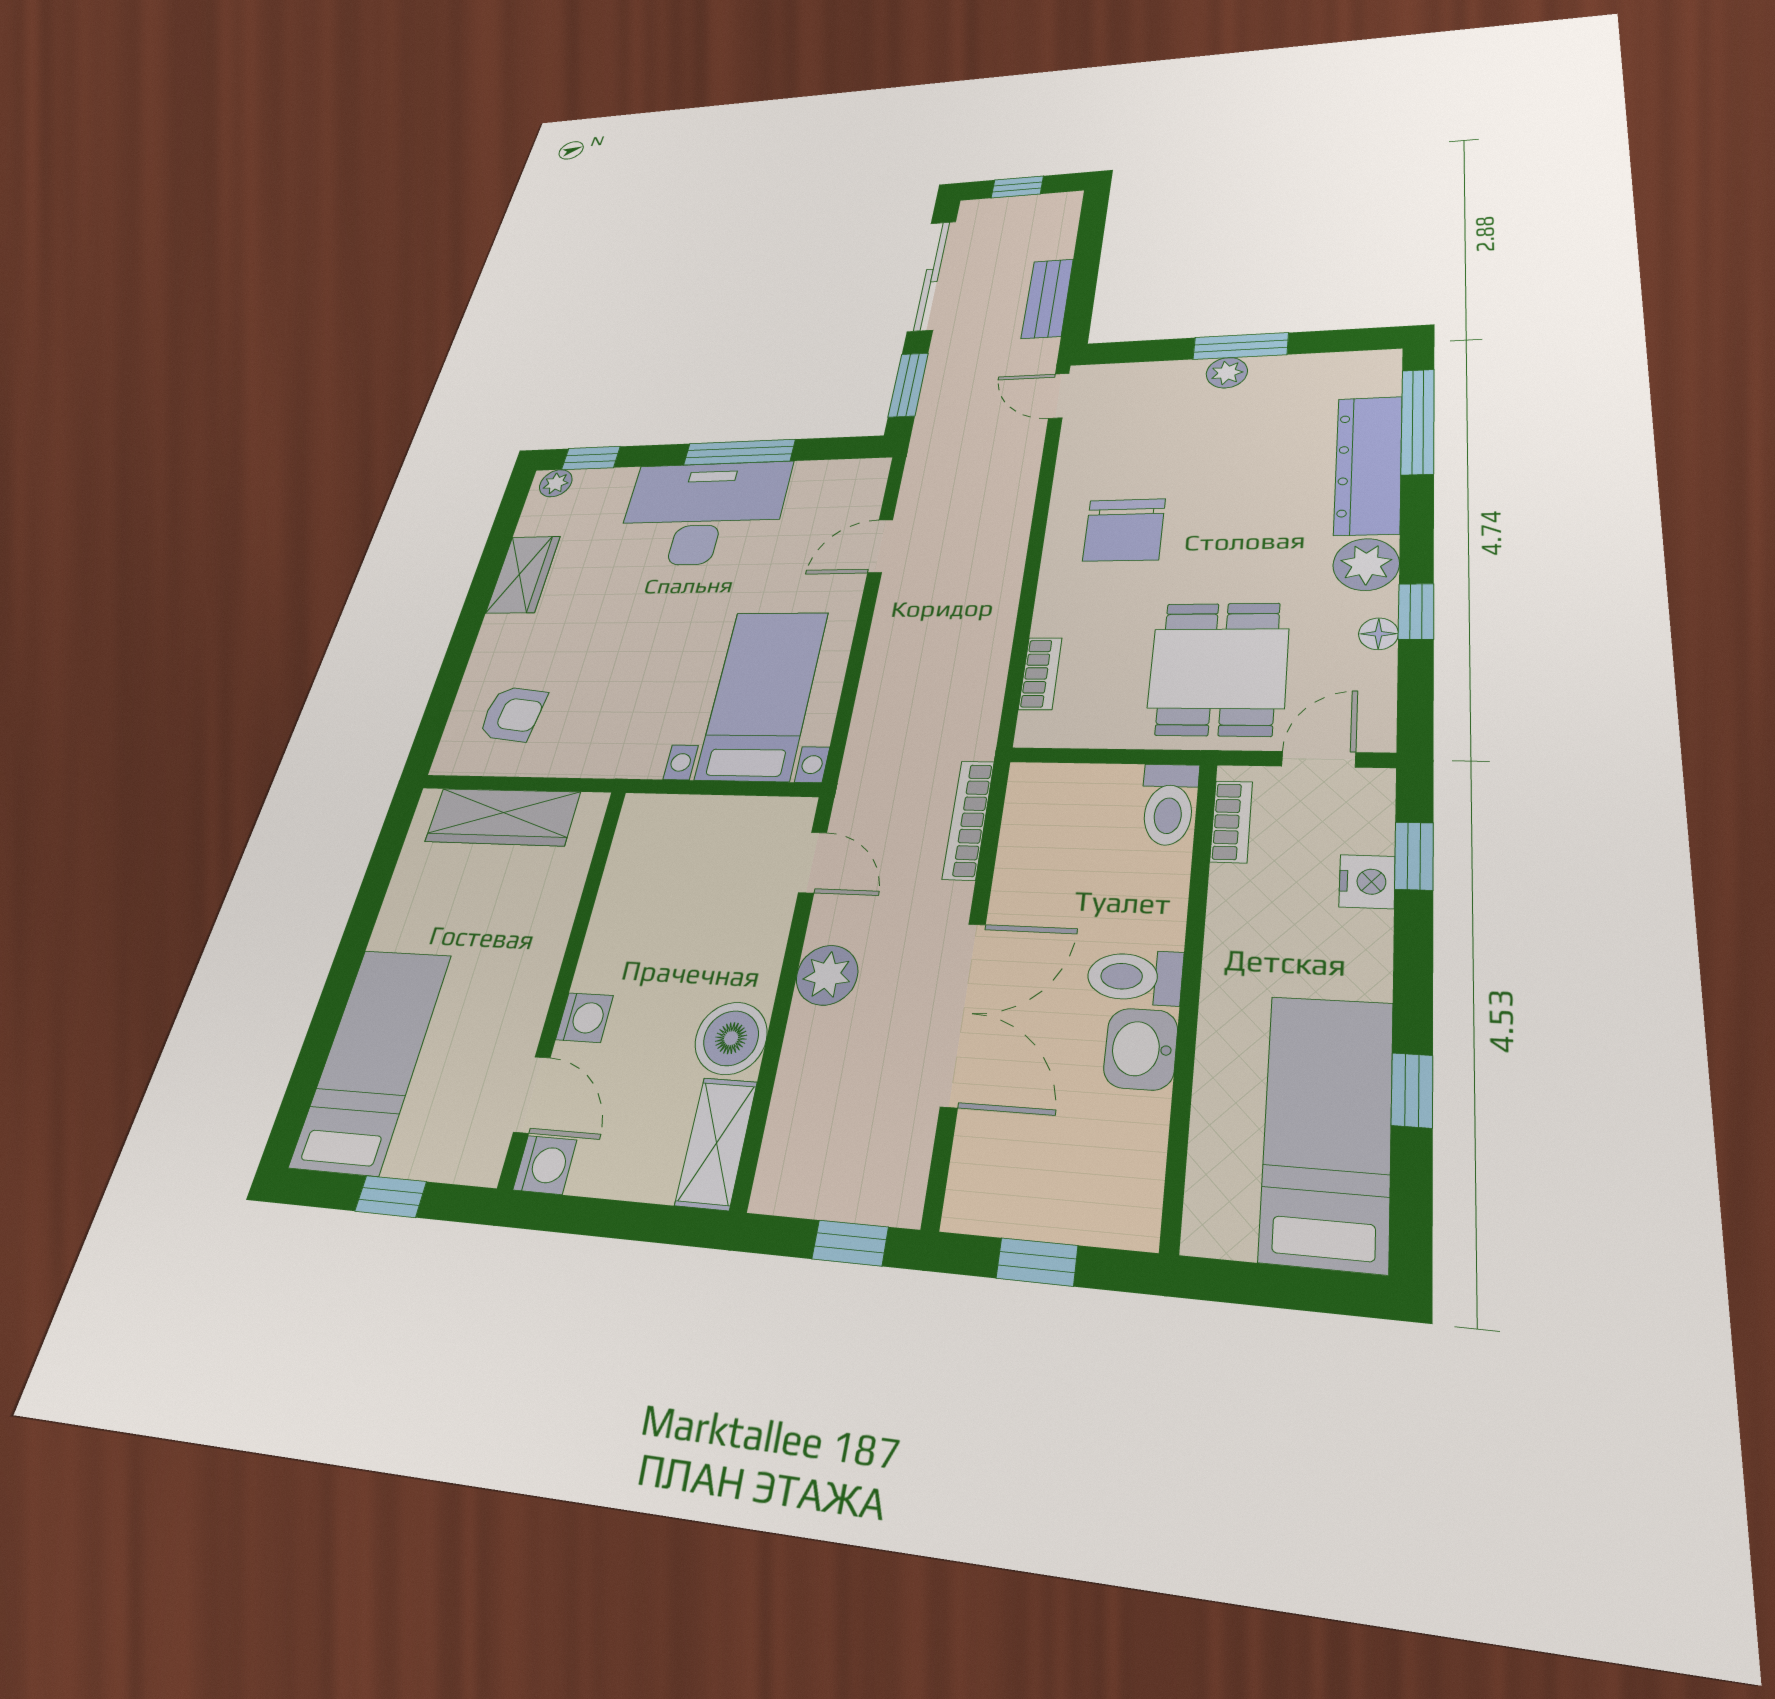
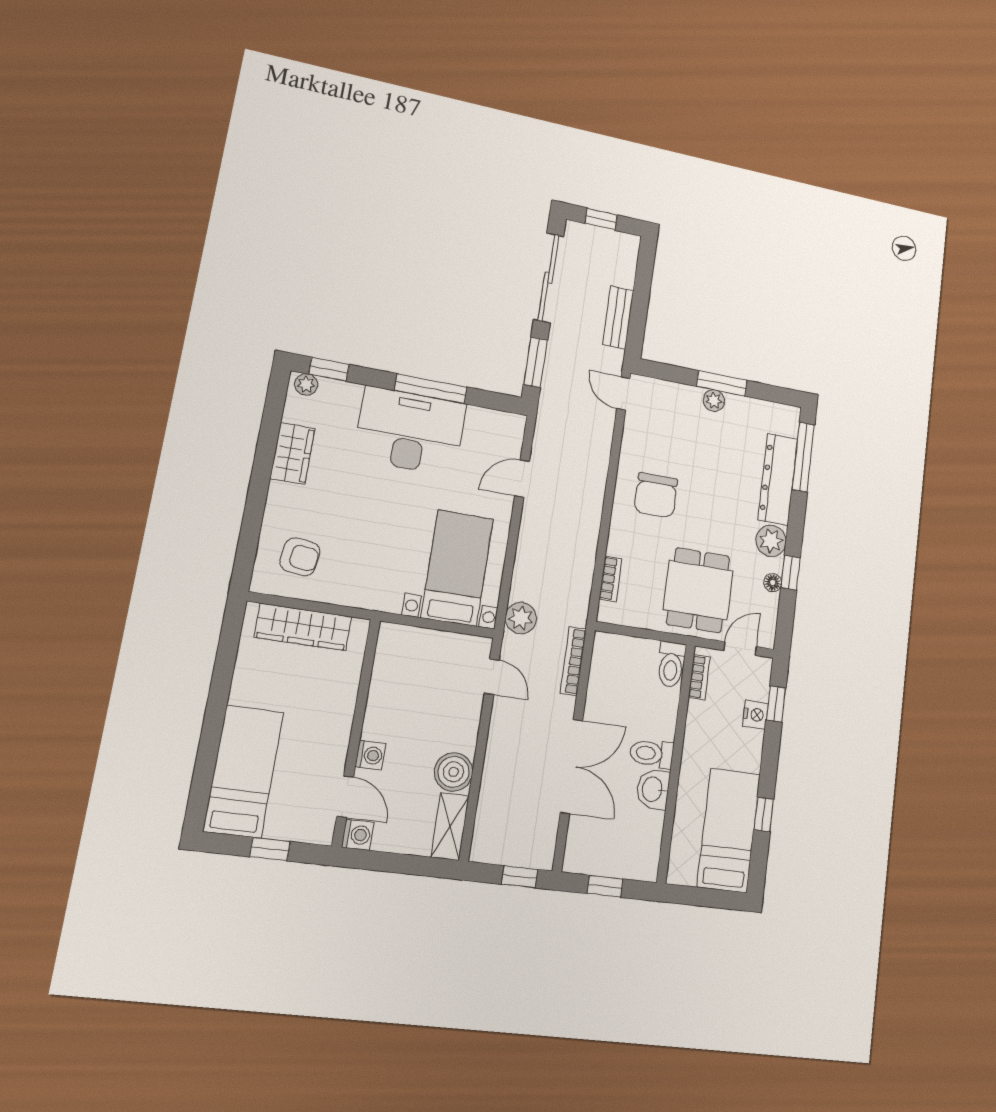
plant: (827, 975) -> (521, 618), moved

